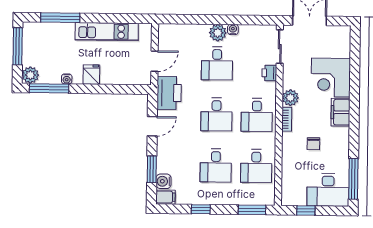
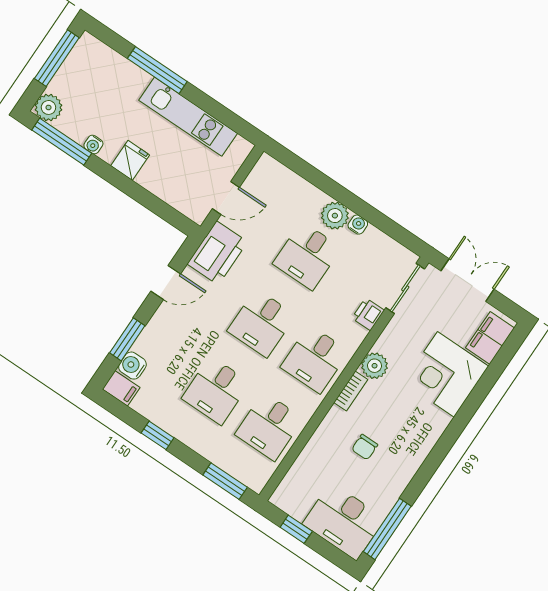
window: (60, 18) -> (157, 70), moved
filing cabinet: (341, 112) -> (490, 338), moved

